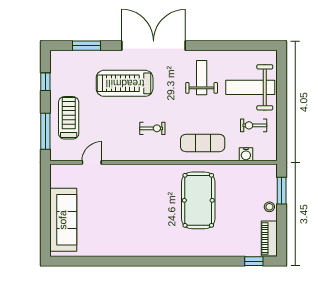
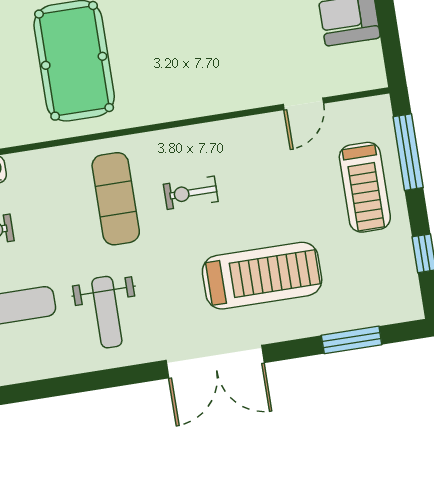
double door: (154, 46) -> (215, 362), width x0.73
exercise mat: (203, 143) -> (116, 199), moved, turned 90

